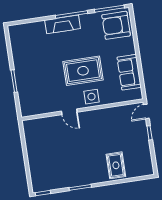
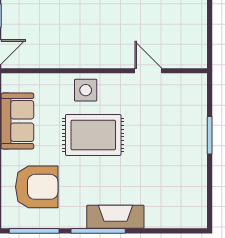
armchair: (116, 25) -> (37, 187), moved
door: (69, 112) -> (148, 71), moved

